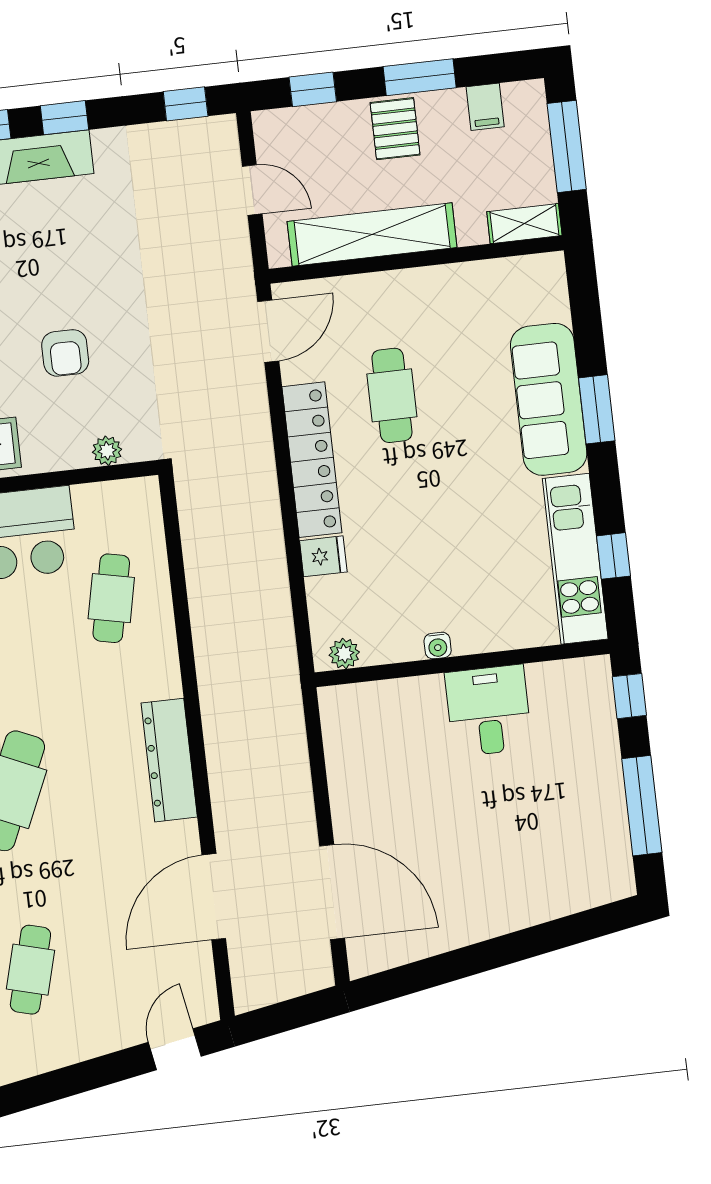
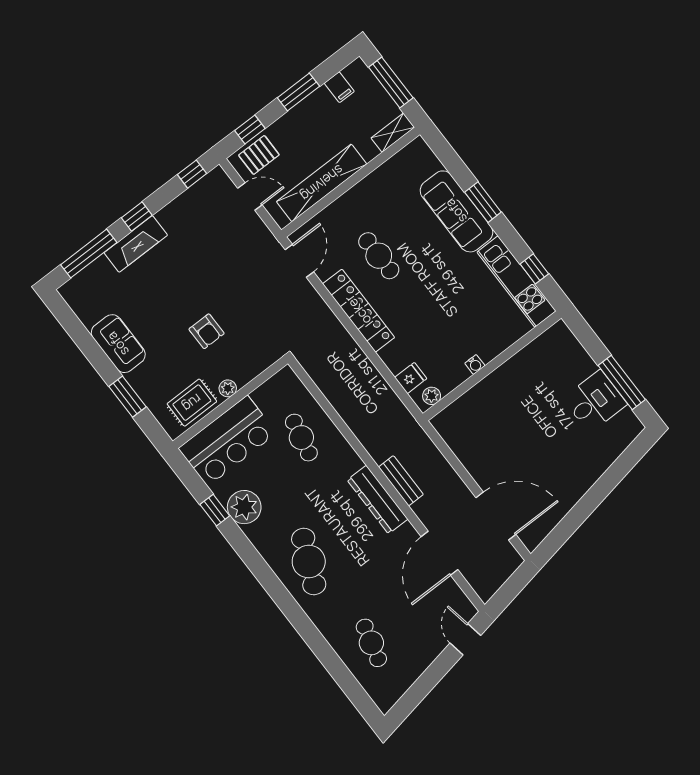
pallet: (395, 129) -> (259, 155), moved, turned 90
plant: (107, 451) -> (228, 388), moved
fridge: (323, 556) -> (411, 378), moved
window: (629, 696) -> (583, 333), removed
desk: (488, 711) -> (595, 401), moved, turned 90
bench: (222, 753) -> (401, 481), added

